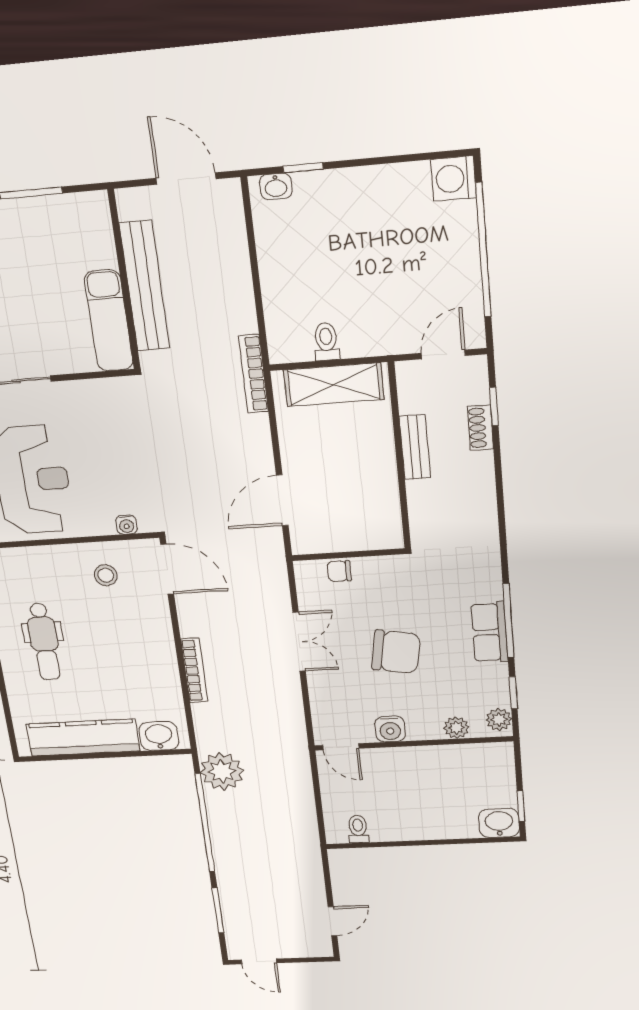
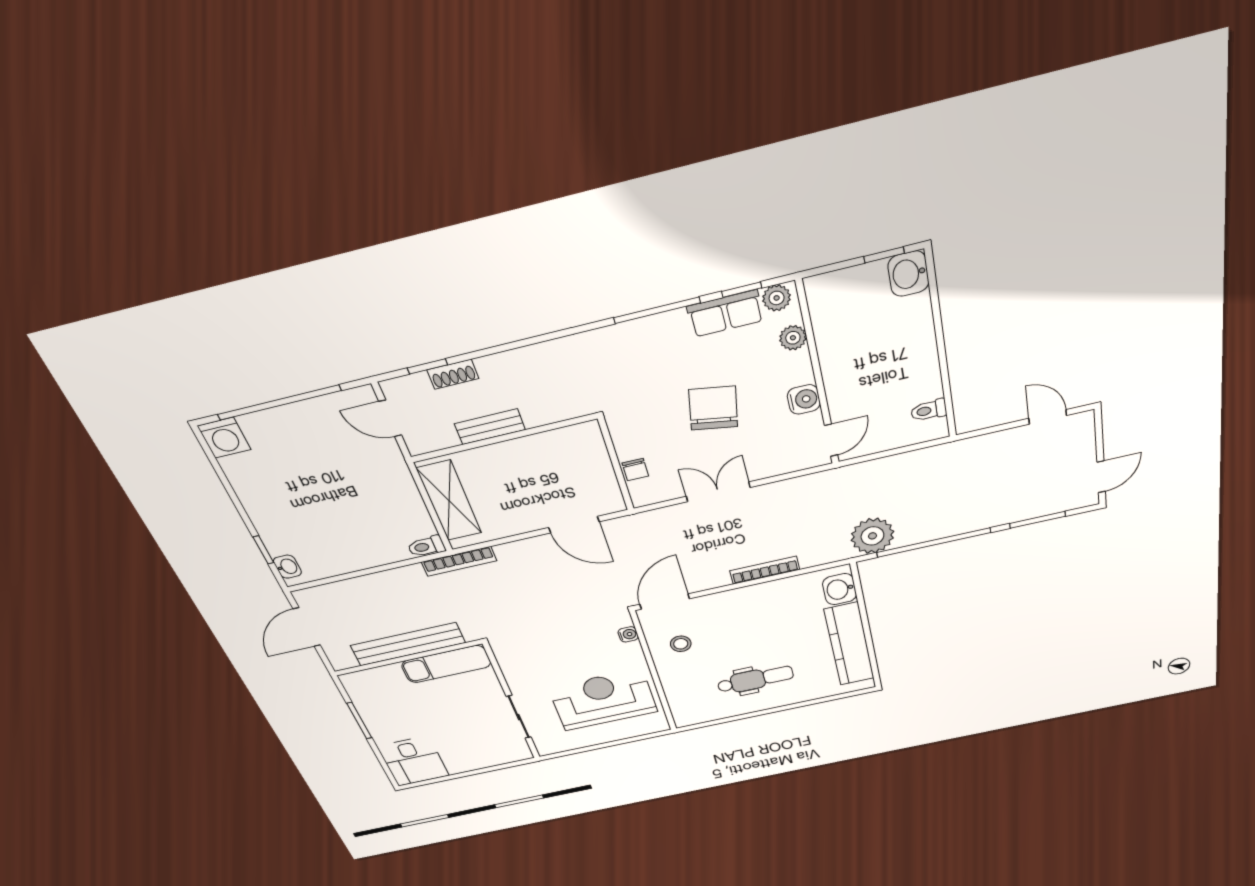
toilet: (326, 342) -> (426, 546), moved
row of seats: (490, 632) -> (725, 313), moved

